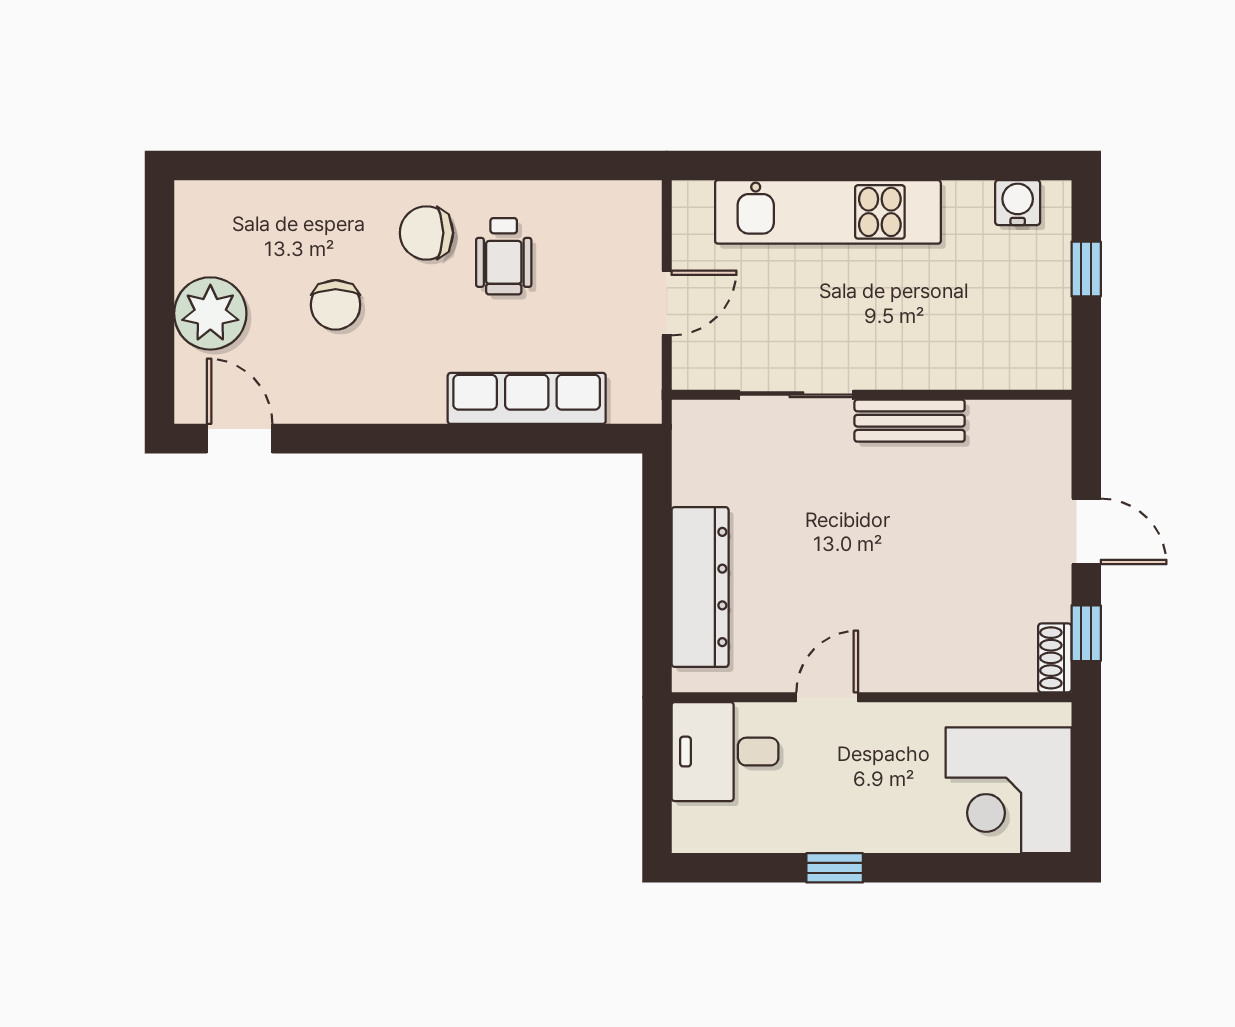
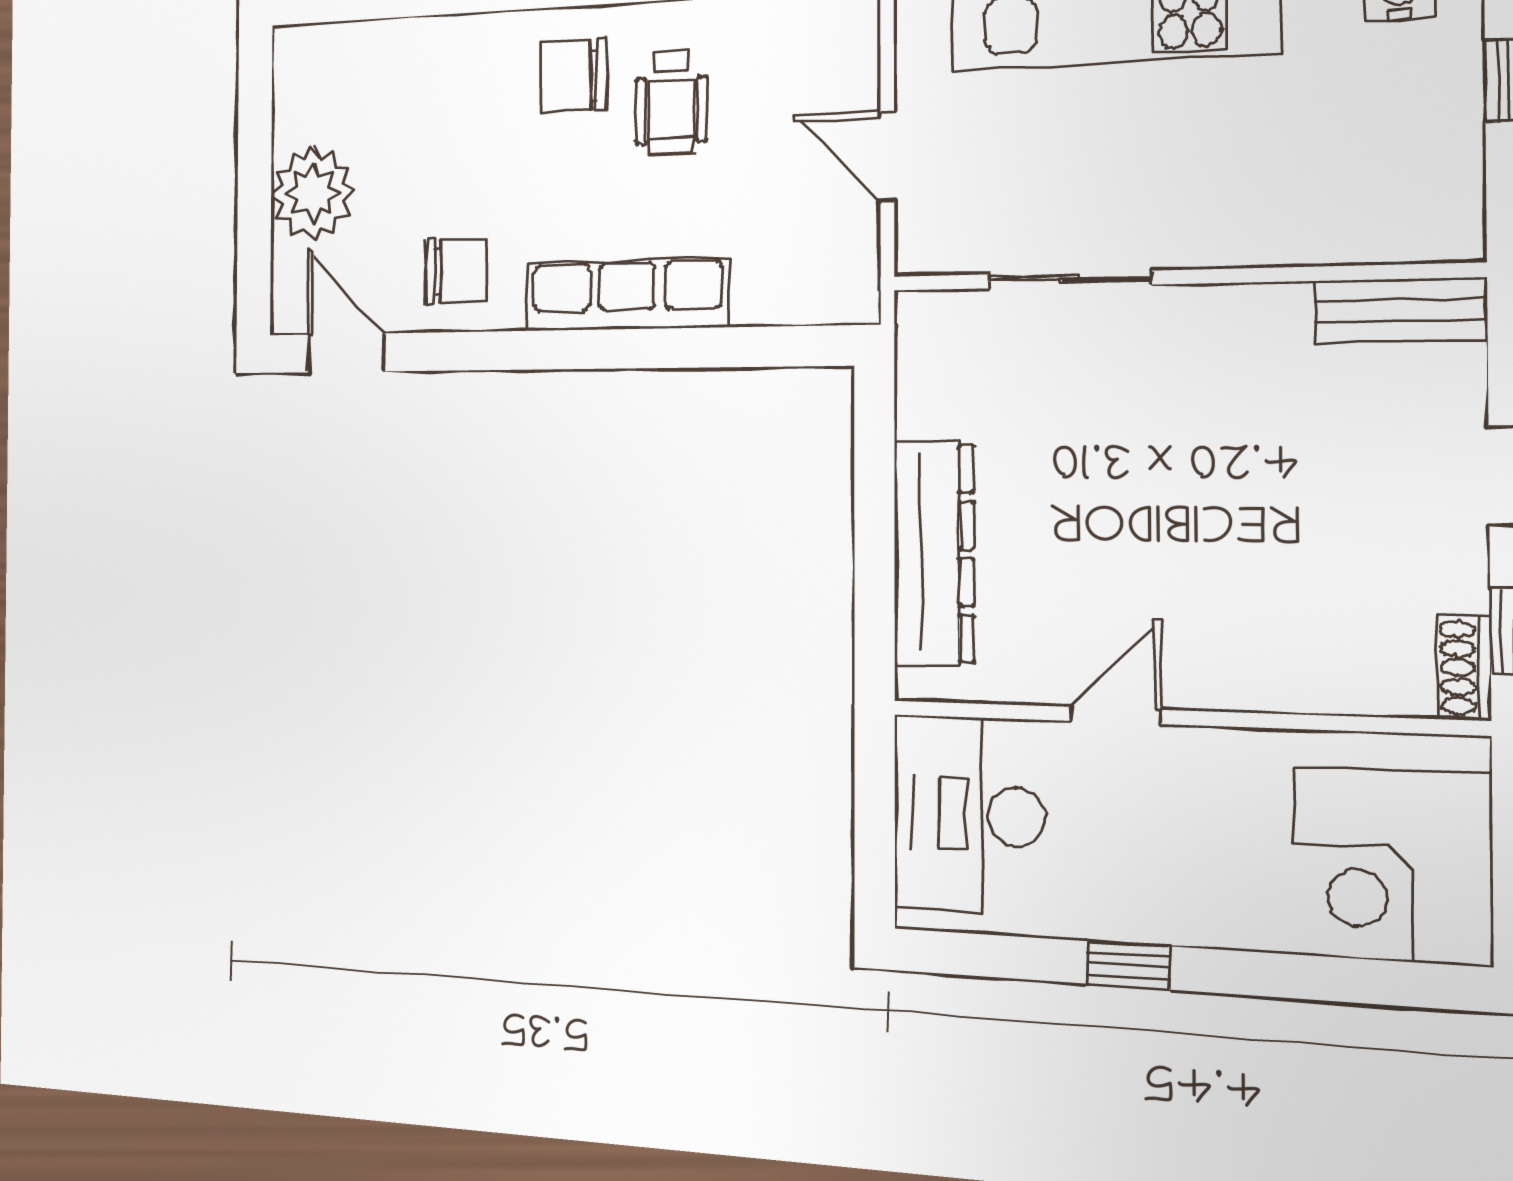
door: (667, 303) -> (887, 156), swing flipped
chair: (336, 305) -> (456, 271), moved, turned -90
row of seats: (527, 398) -> (627, 295), moved
bench: (910, 421) -> (1400, 311), moved
desk: (725, 752) -> (969, 814), width x1.37

